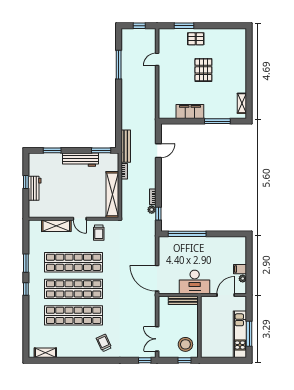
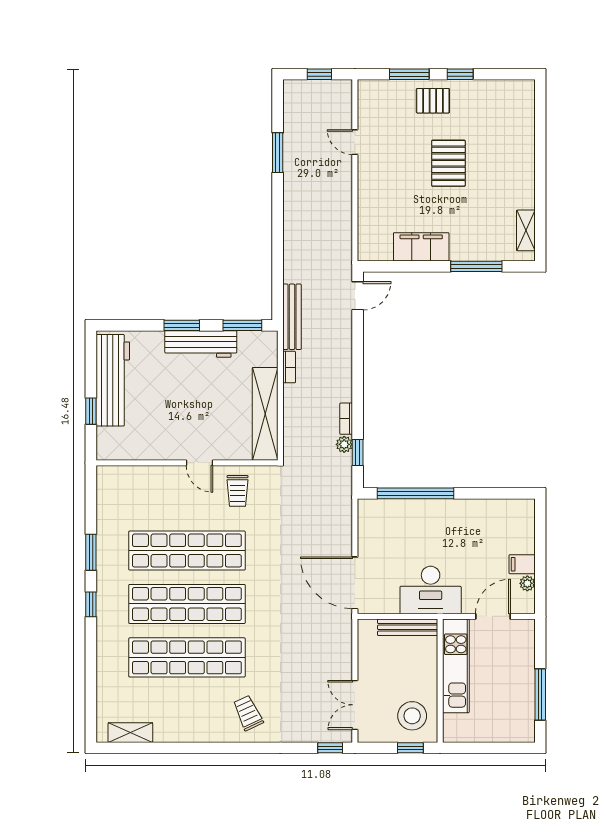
window: (209, 26) -> (460, 74), added
door: (157, 59) -> (355, 142), hinge flipped
window: (119, 65) -> (278, 153), width x0.69
window: (52, 150) -> (182, 325), moved
door: (158, 151) -> (358, 296), moved
window: (26, 182) -> (91, 411), moved
workbench: (35, 188) -> (113, 380), width x1.88, depth x1.32
shelving: (56, 226) -> (152, 477), removed
kitchen unit: (240, 334) -> (456, 666), moved, turned 180

